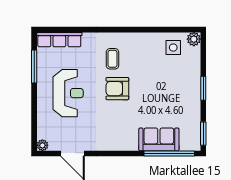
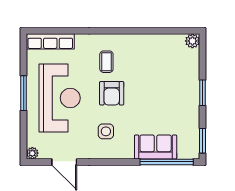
side table: (173, 48) -> (106, 131), moved
window: (34, 66) -> (24, 93), moved
armchair: (117, 89) -> (112, 93), turned -90
reception desk: (68, 93) -> (60, 98), width x1.36, depth x1.30

